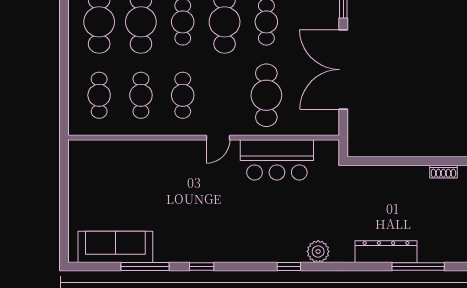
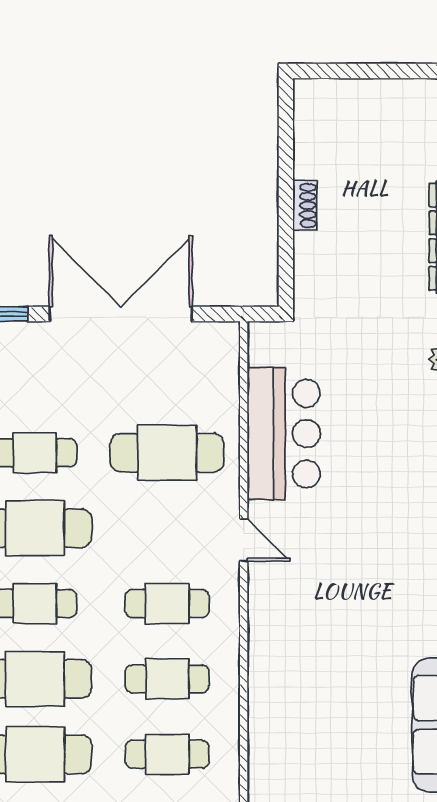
double door: (343, 70) -> (121, 314), swing flipped
shoe rack: (443, 172) -> (305, 205), moved

